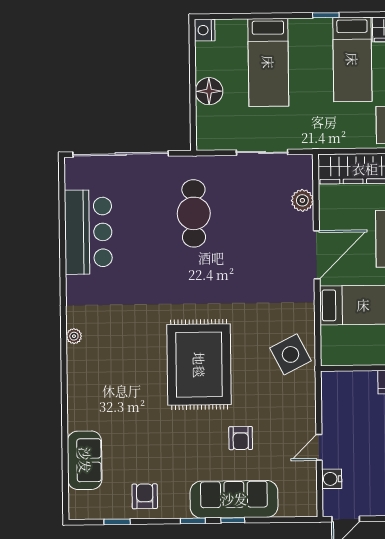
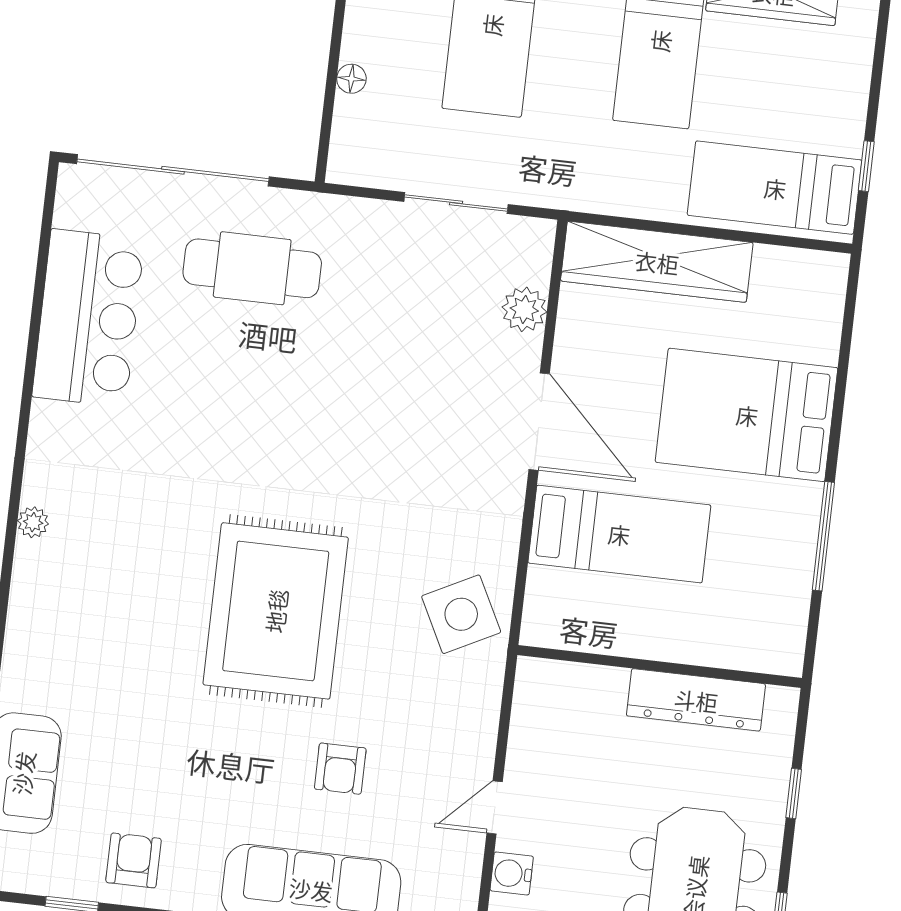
floor lamp: (209, 91) -> (351, 79), width x0.53, depth x0.53
cafe table: (194, 213) -> (252, 268), moved, turned 90
door: (317, 255) -> (539, 422), hinge flipped

